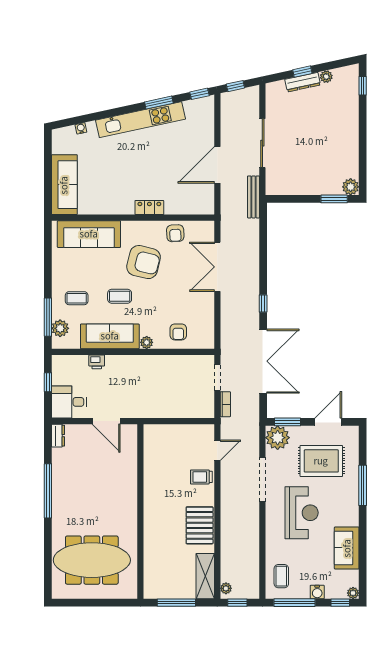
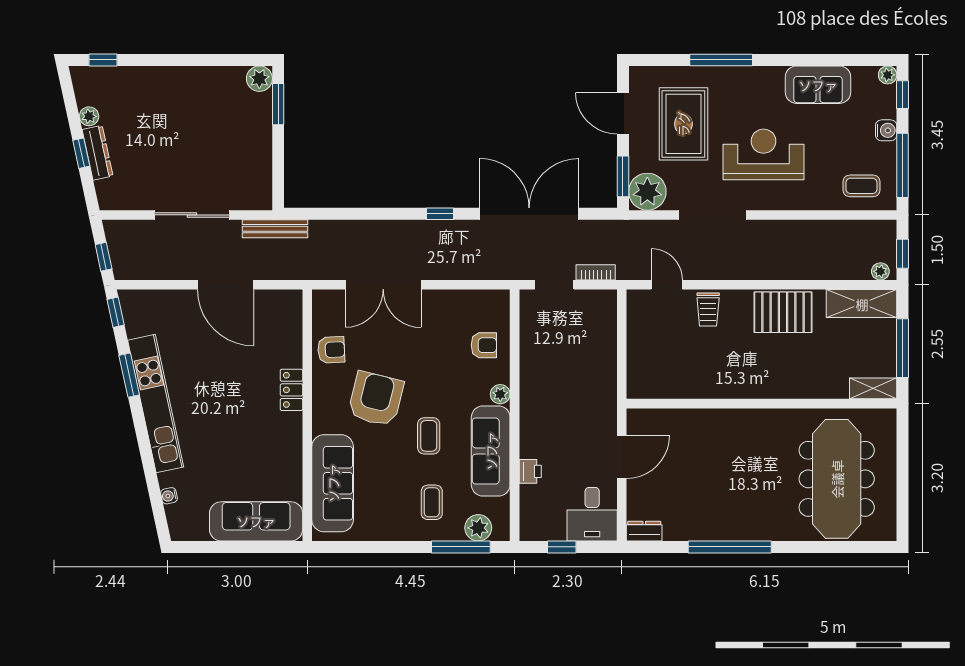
shelving: (150, 584) -> (873, 388), added

